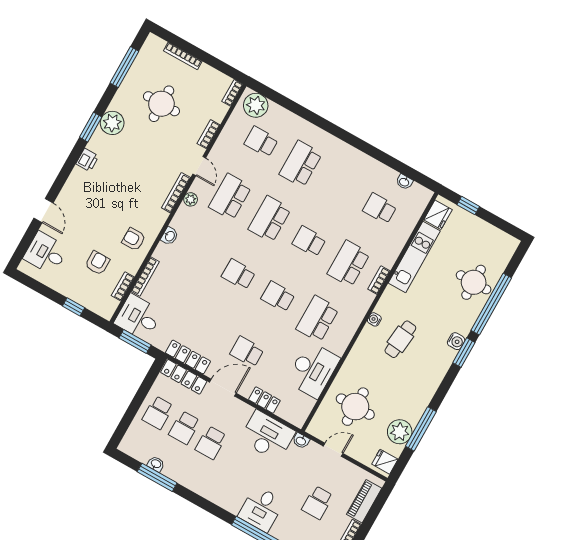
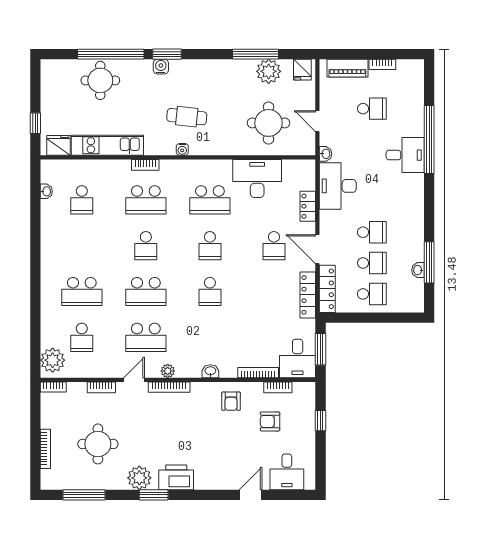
printer: (87, 160) -> (176, 477), width x1.87, depth x1.48

